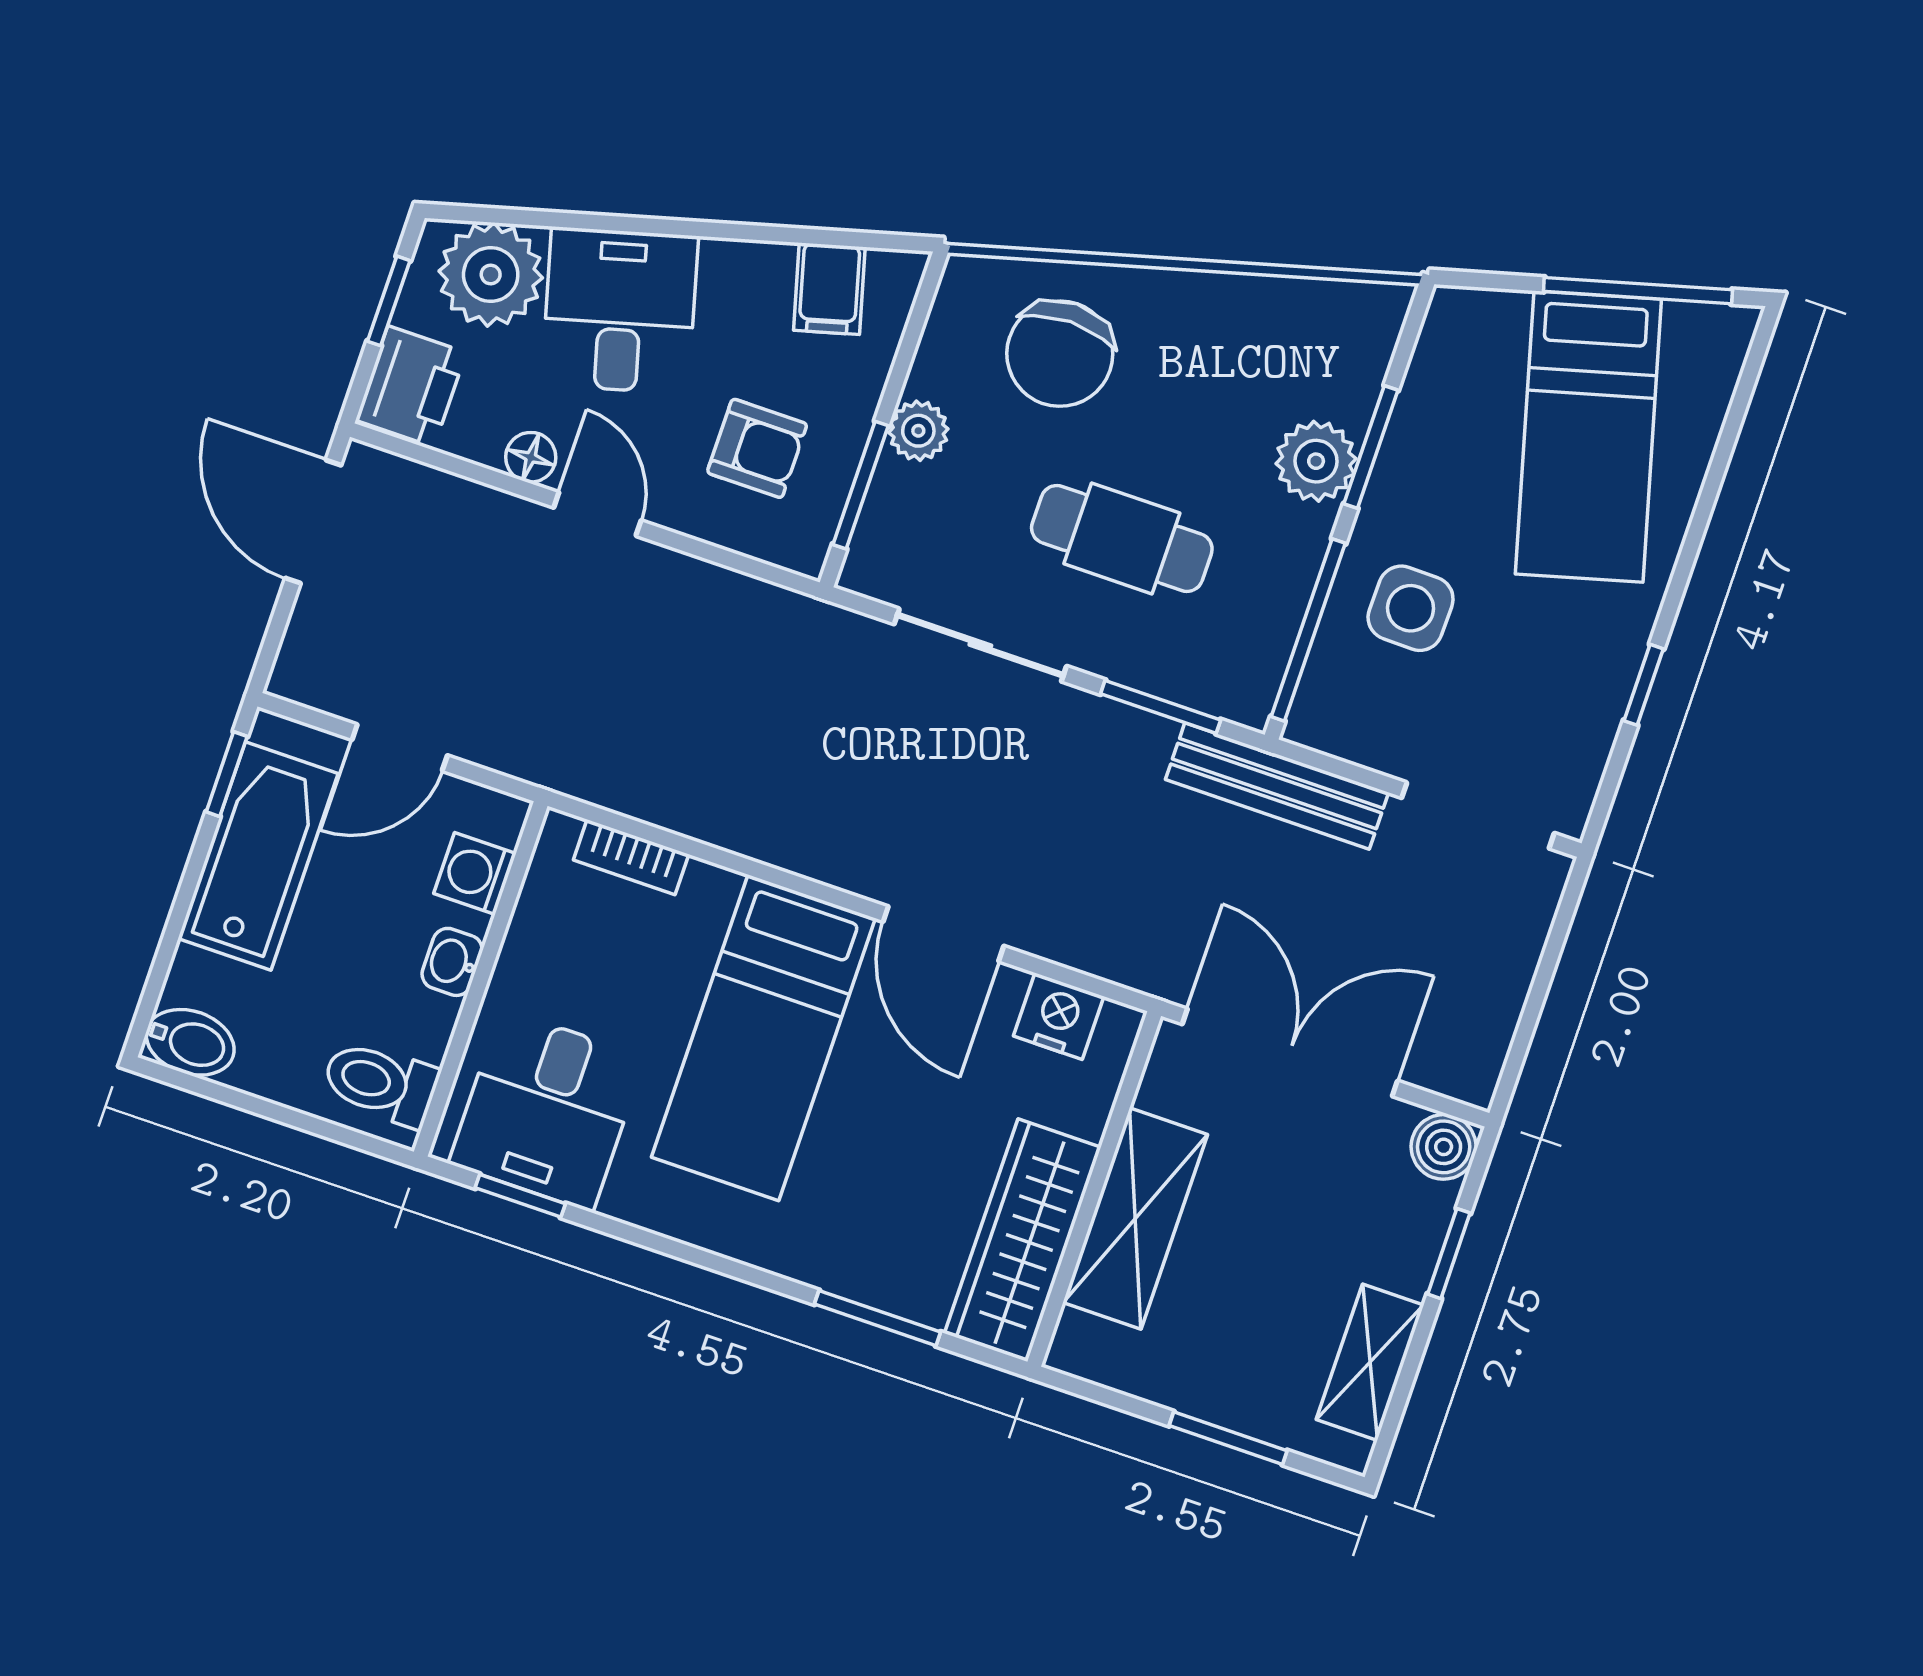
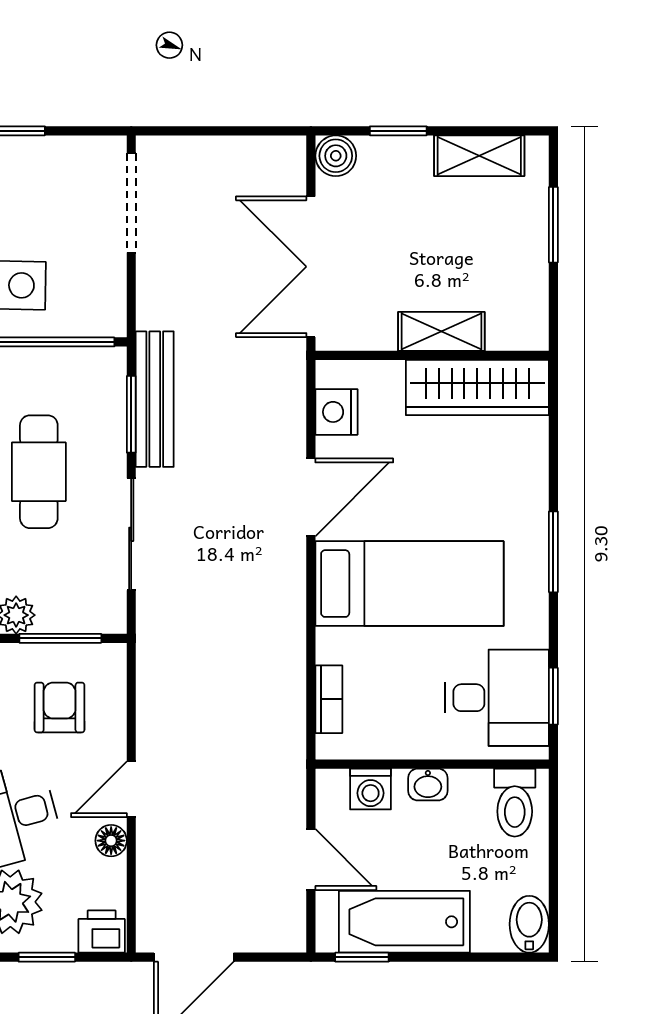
printer: (411, 386) -> (102, 932), width x0.73, depth x0.81
bench: (1277, 786) -> (155, 399), moved
shelving: (1135, 1219) -> (441, 331), width x0.67, depth x0.75
window: (877, 1318) -> (553, 552), moved

